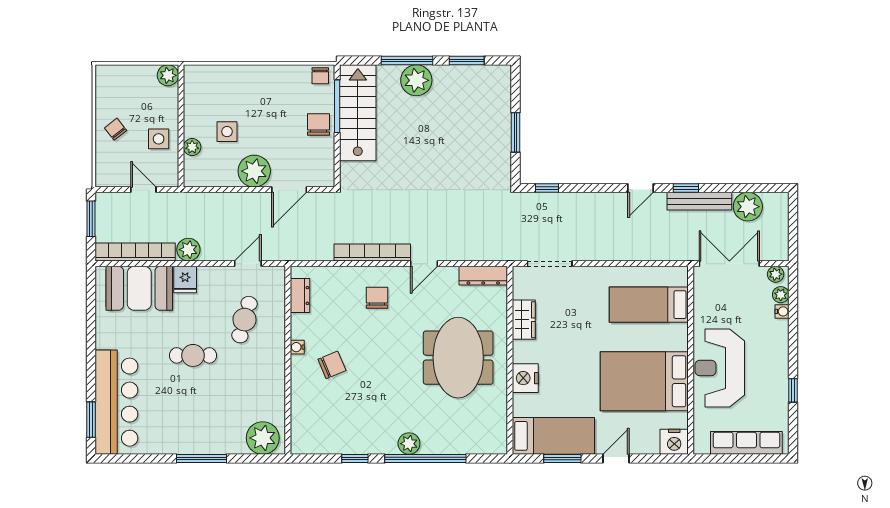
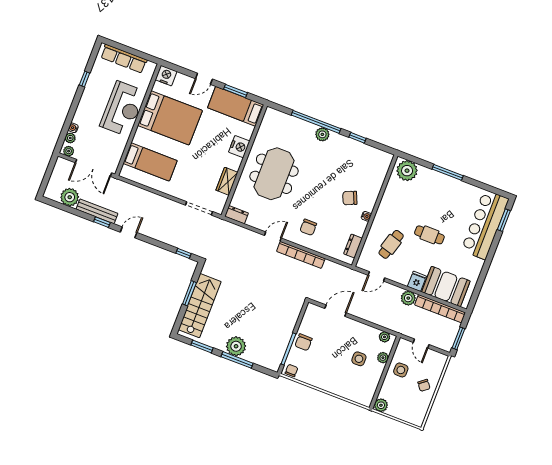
stairs: (358, 113) -> (200, 306), moved, turned 180
plant: (254, 171) -> (384, 337), moved, width x0.53, depth x0.53
dresser: (483, 276) -> (236, 215), width x0.70

